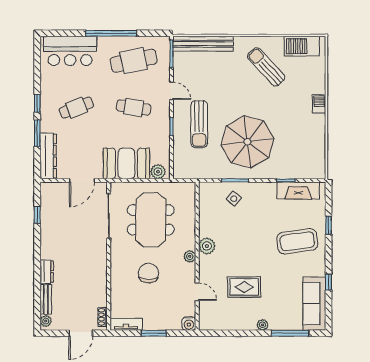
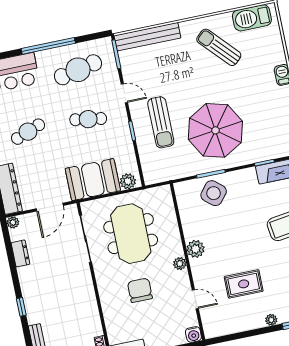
plant: (46, 187) -> (13, 222), added
side table: (234, 199) -> (214, 193), width x1.87, depth x1.87
window: (37, 215) -> (21, 307), moved
dresser: (47, 272) -> (20, 253), moved

